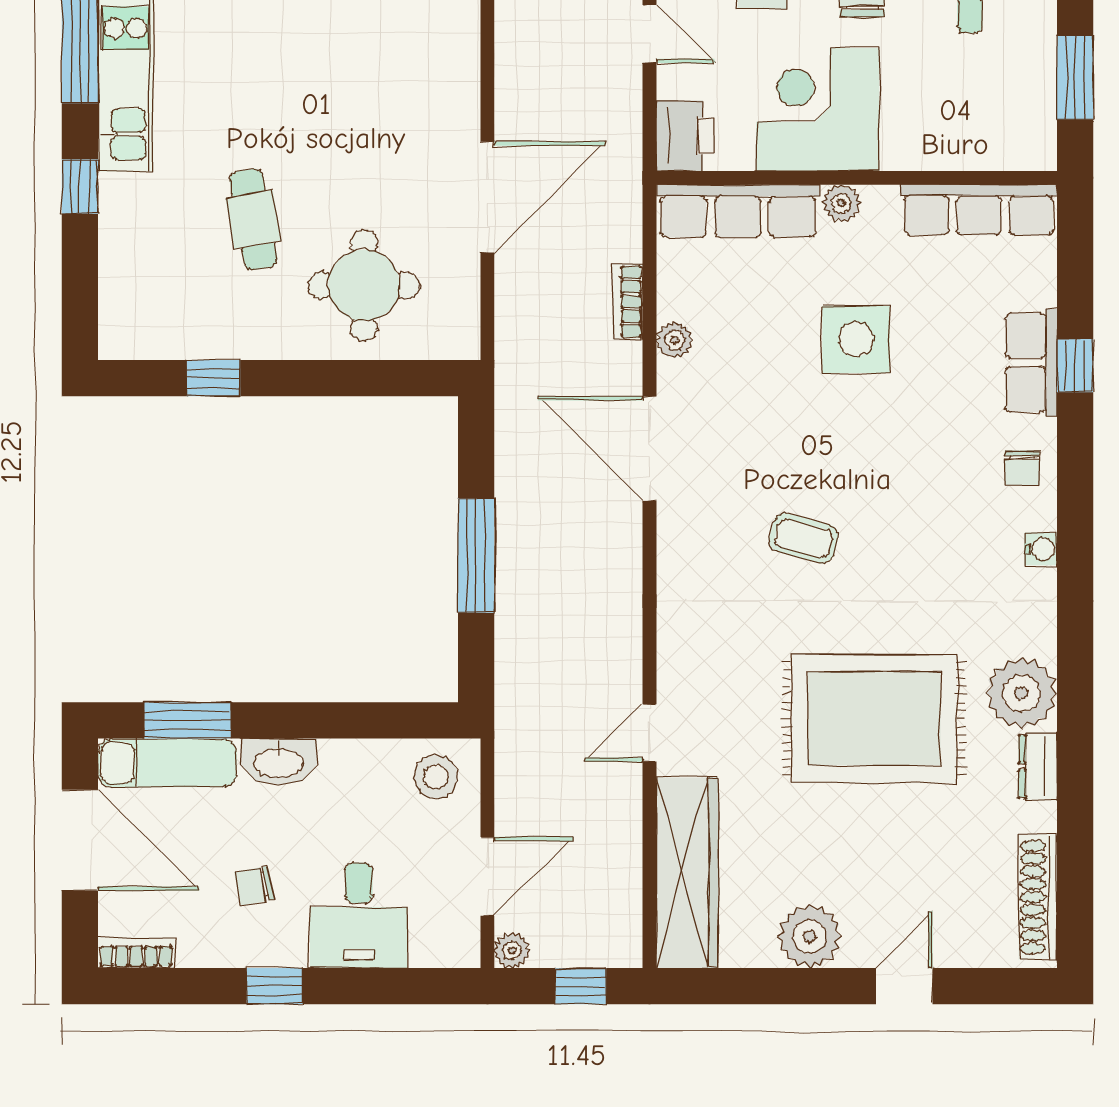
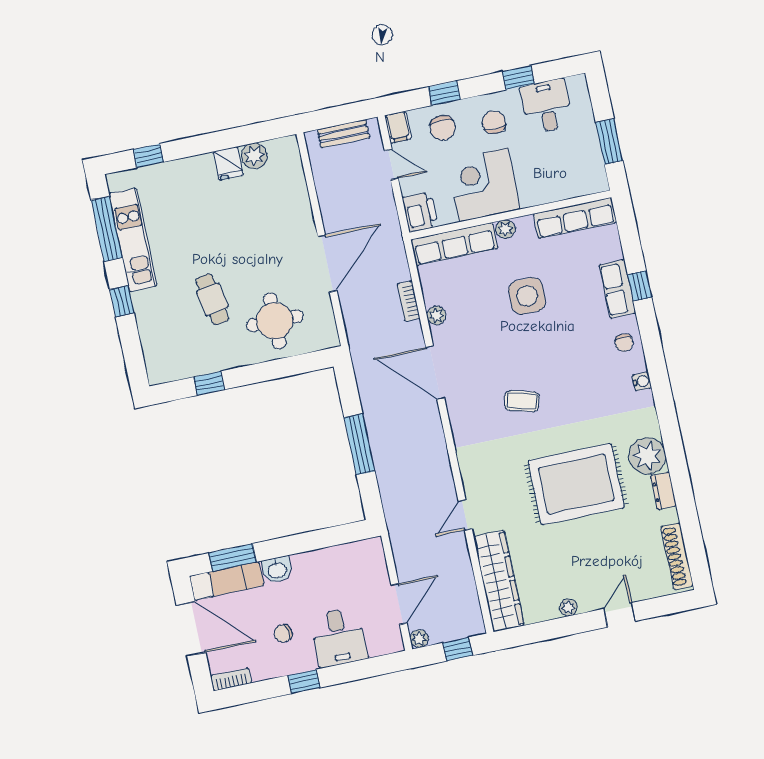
washbasin: (279, 762) -> (277, 570), width x0.72
stool: (436, 777) -> (363, 560), removed
plant: (810, 936) -> (568, 607), width x0.53, depth x0.53

